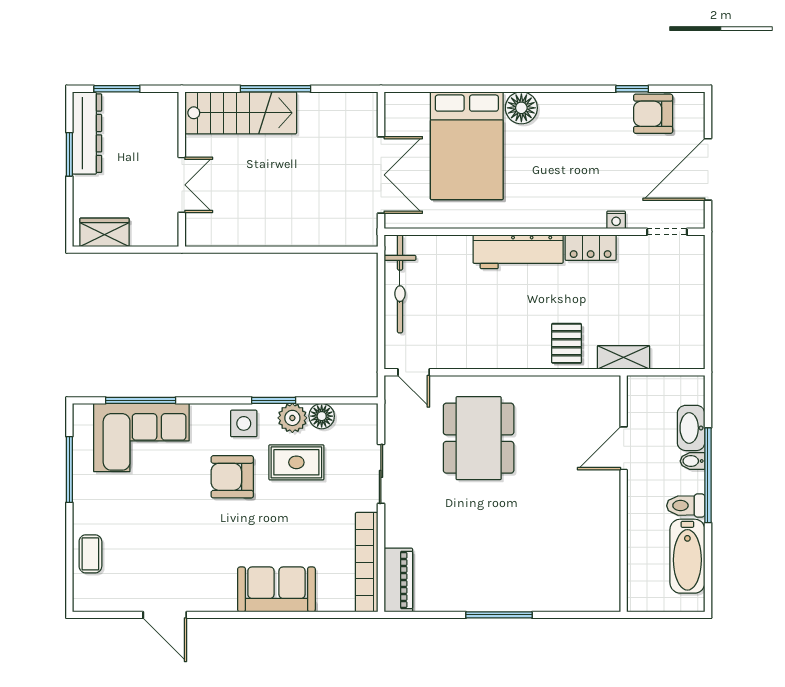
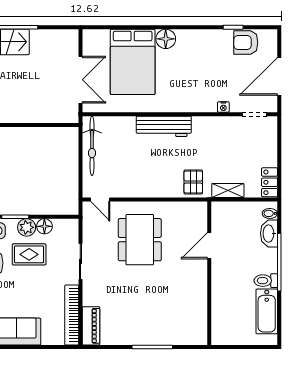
locker: (591, 248) -> (270, 182), moved, turned 90
door: (624, 448) -> (209, 246), moved
bidet: (693, 461) -> (270, 213), moved
wall: (624, 494) -> (209, 273), moved

